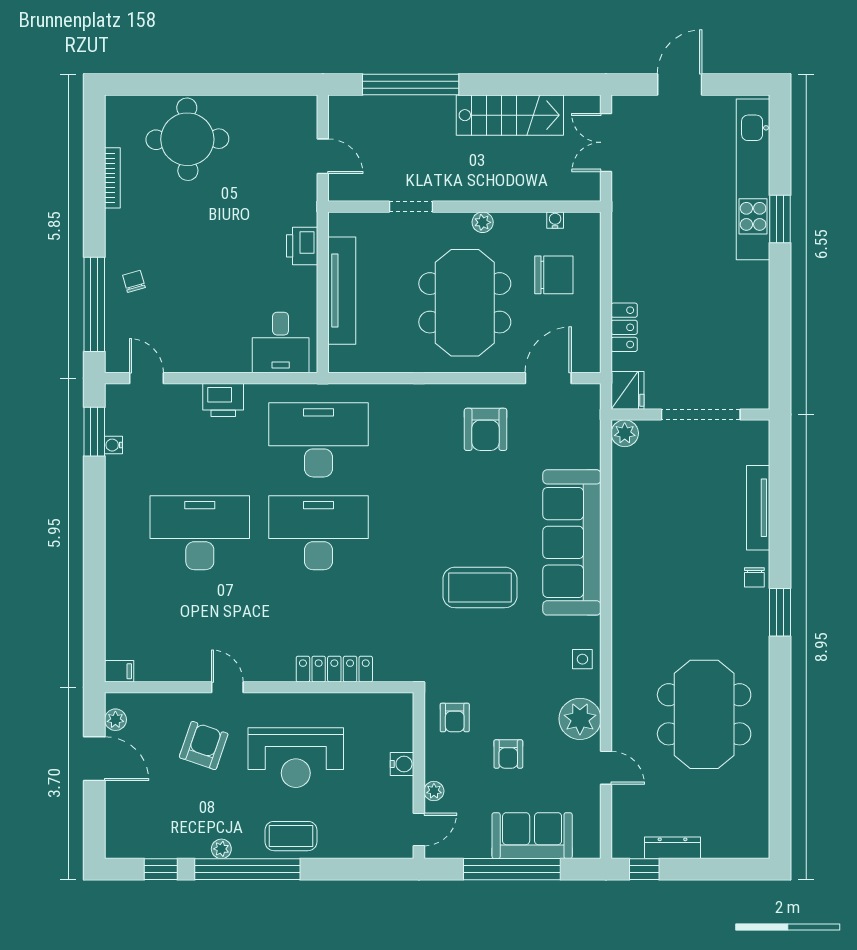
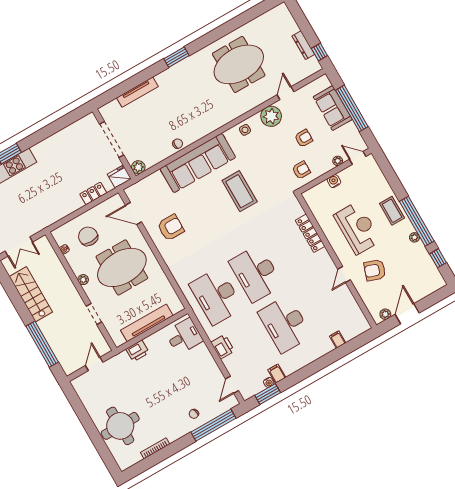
filing cabinet: (121, 468) -> (277, 374), added
chair: (754, 577) -> (178, 144), moved
filing cabinet: (119, 671) -> (338, 340), moved

